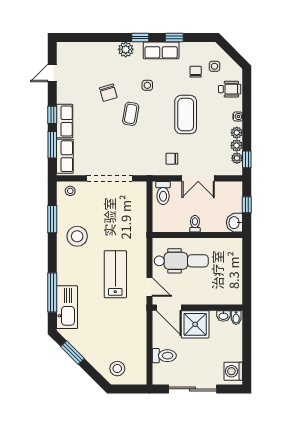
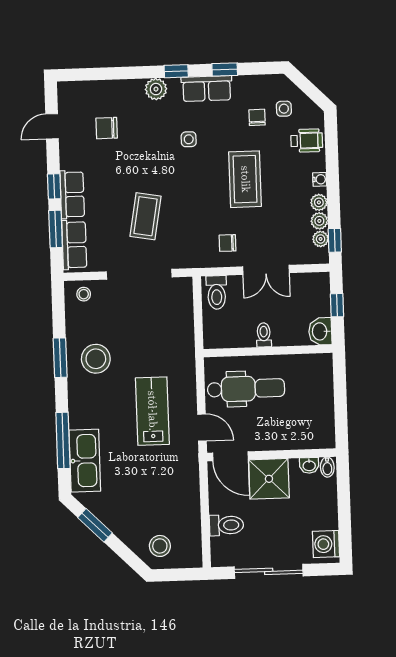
chair: (108, 93) -> (107, 128), moved, turned 106
coffee table: (131, 114) -> (145, 216), moved, width x1.36, depth x1.30
window: (52, 219) -> (60, 358), moved

